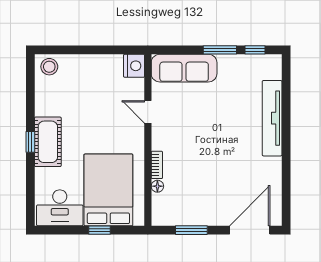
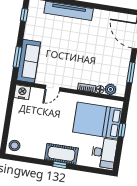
window: (220, 50) -> (18, 57), moved
plant: (160, 202) -> (110, 89), added

